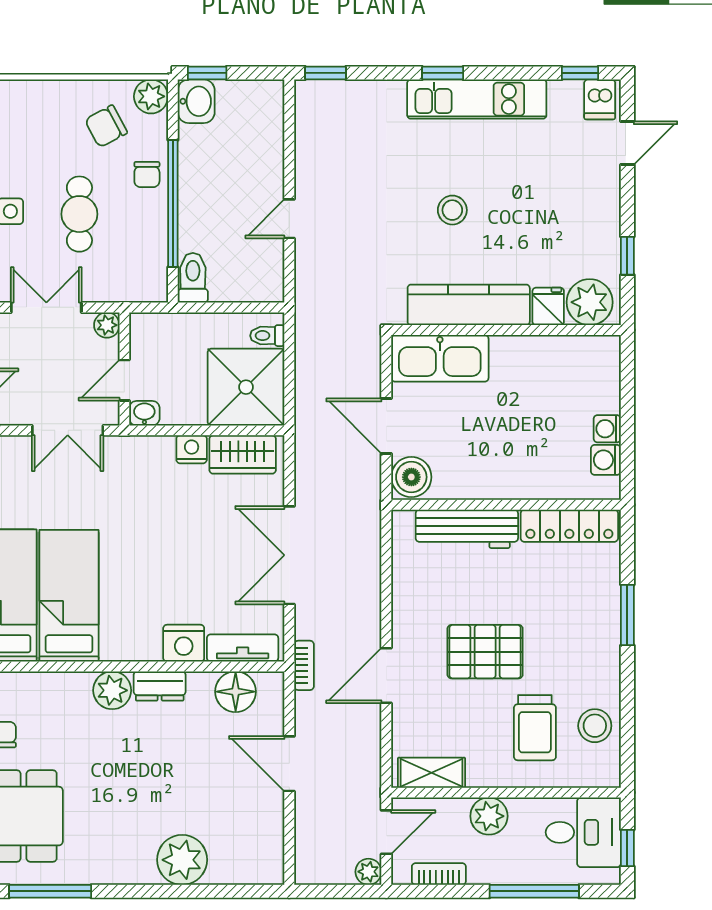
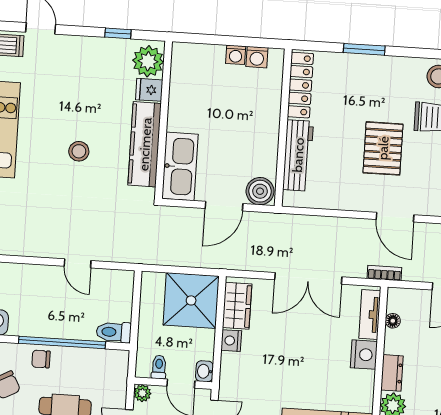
chair: (147, 174) -> (41, 359), turned 180
toilet: (267, 336) -> (159, 367), moved, turned 180
floor lamp: (236, 692) -> (393, 321), width x0.53, depth x0.53

